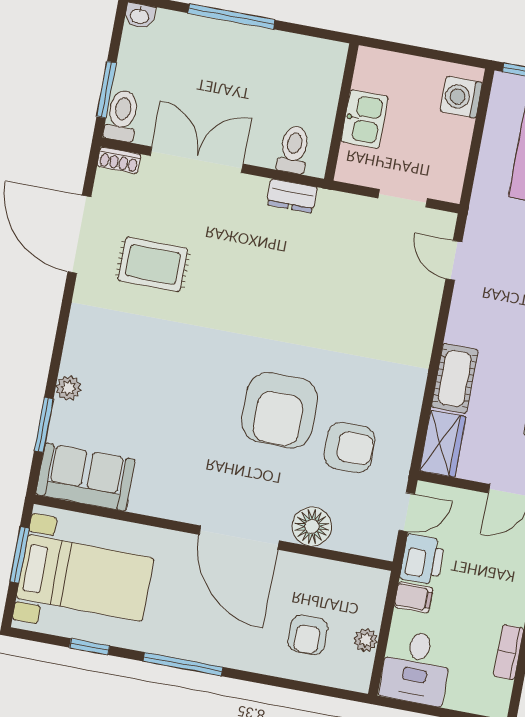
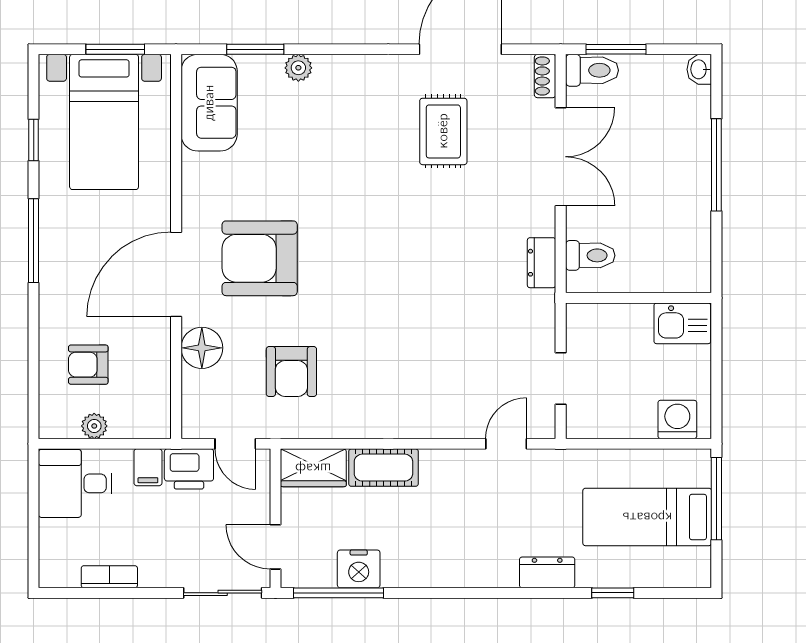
kitchen sink: (365, 119) -> (682, 323), moved
armchair: (280, 410) -> (260, 258), moved

